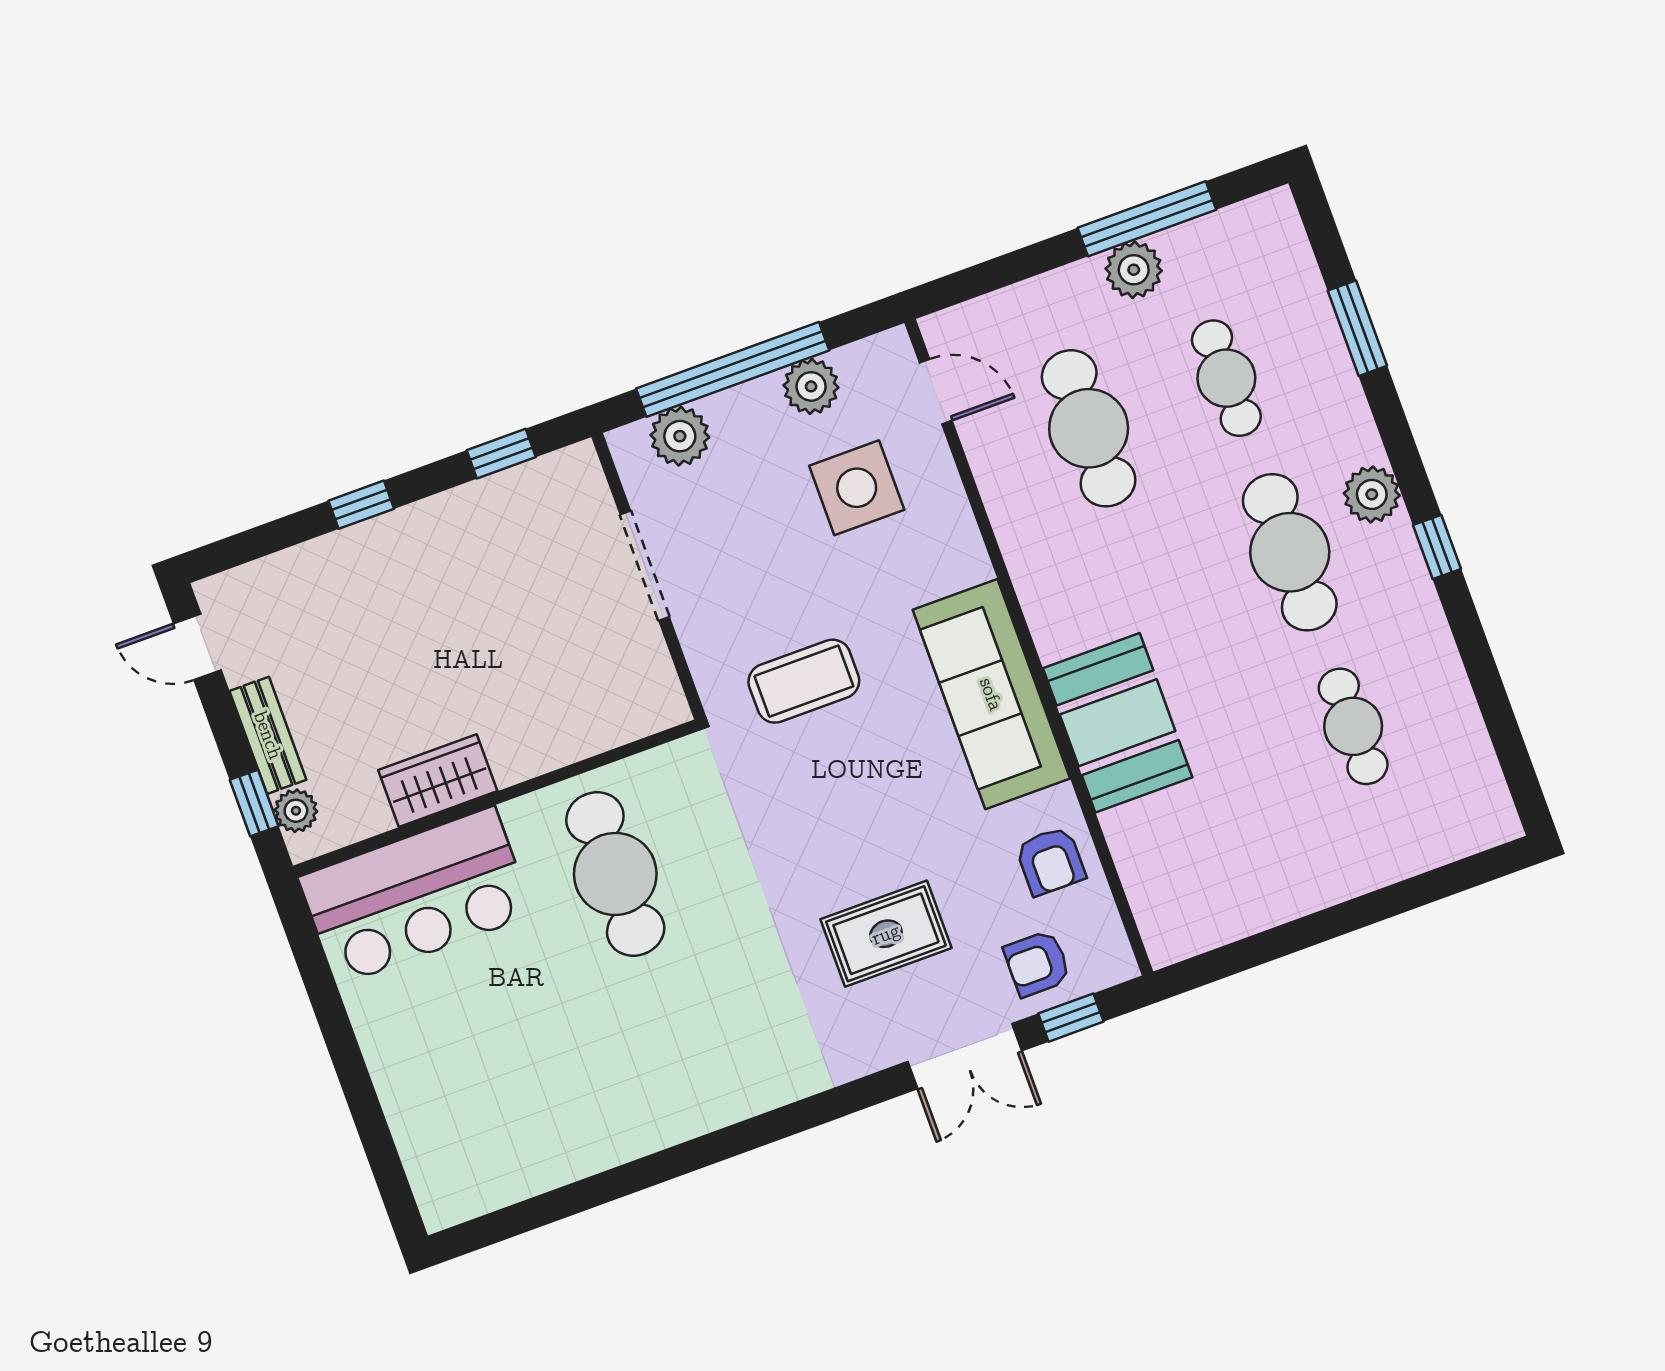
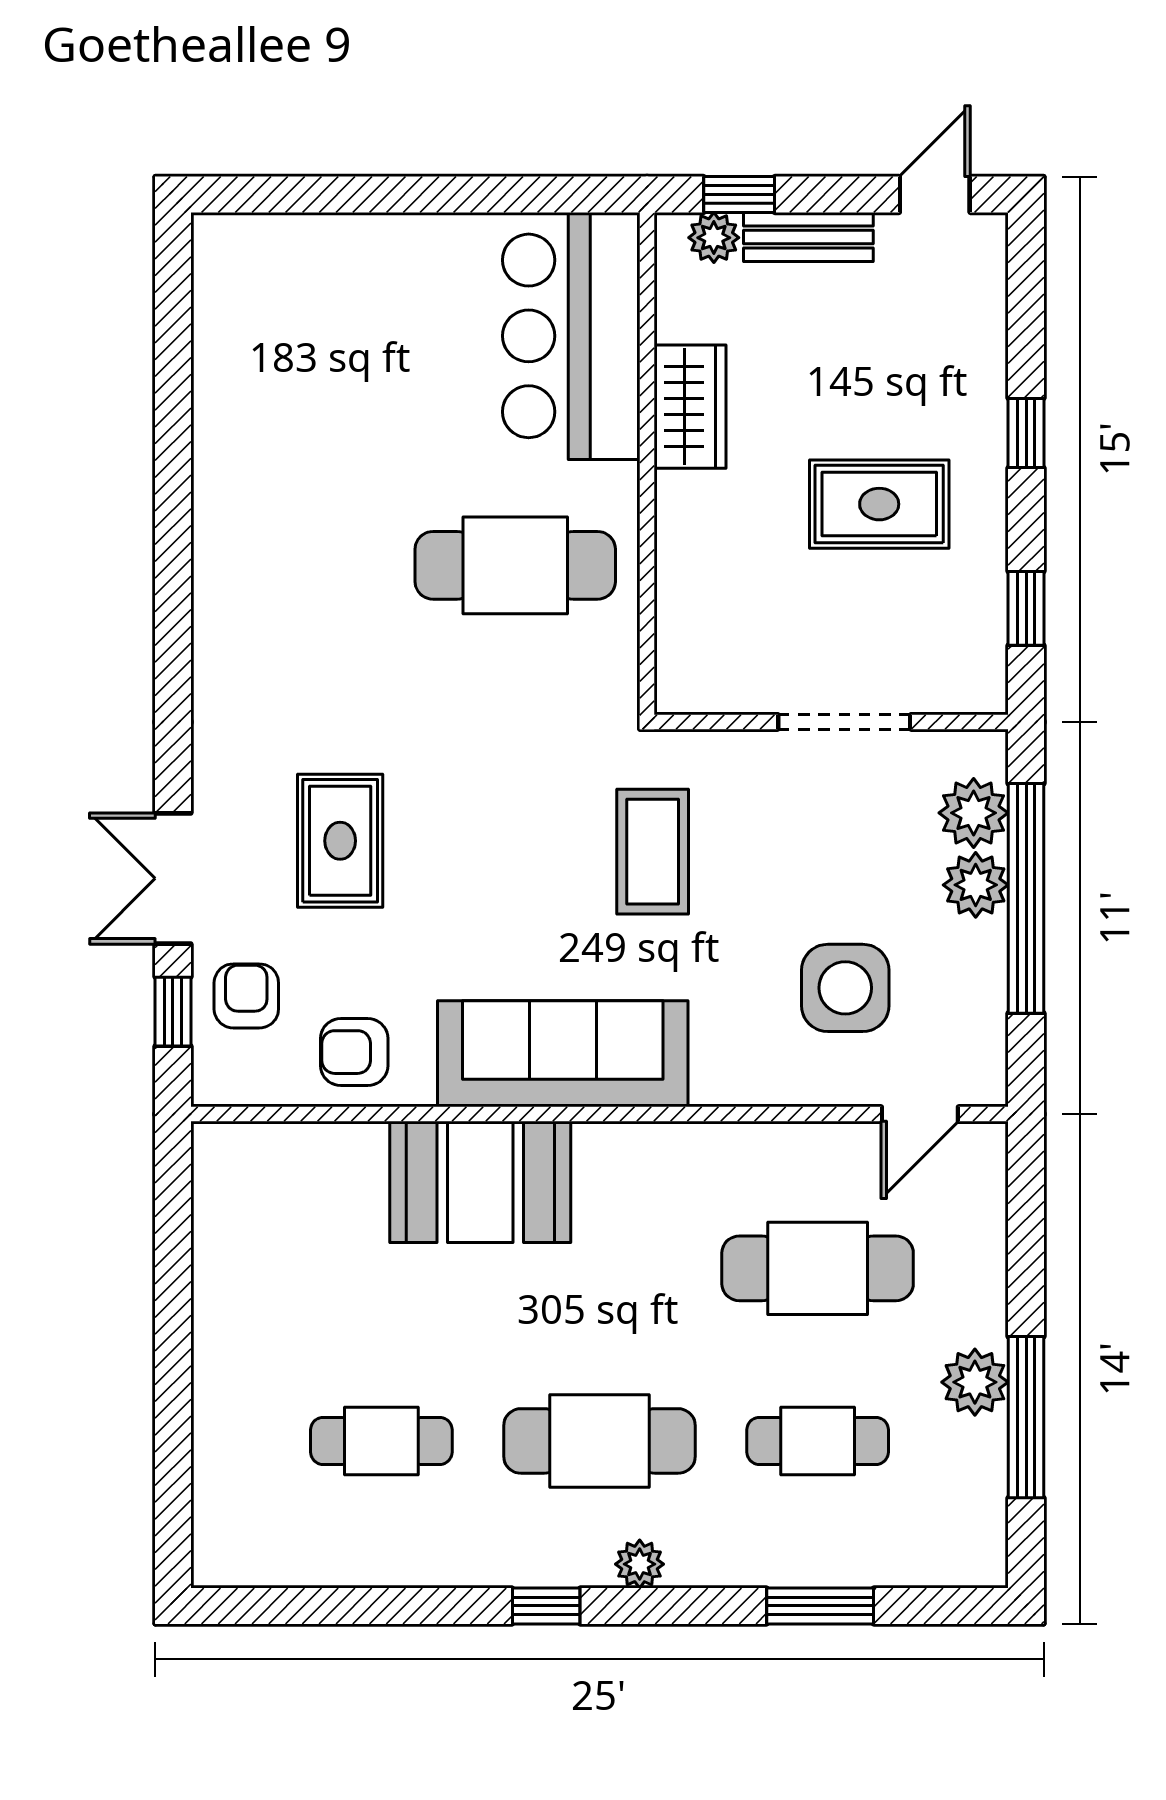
plant: (811, 386) -> (976, 885), moved
plant: (1372, 494) -> (640, 1564), width x0.73, depth x0.73
rug: (461, 601) -> (879, 504), added

